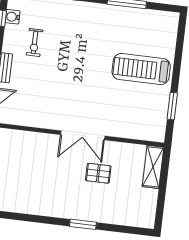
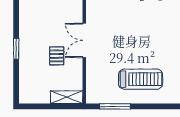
treadmill: (141, 69) -> (141, 79), turned 90
window: (172, 106) -> (115, 106), width x1.44

